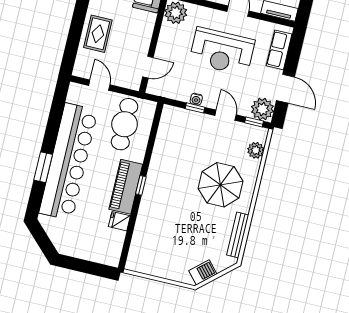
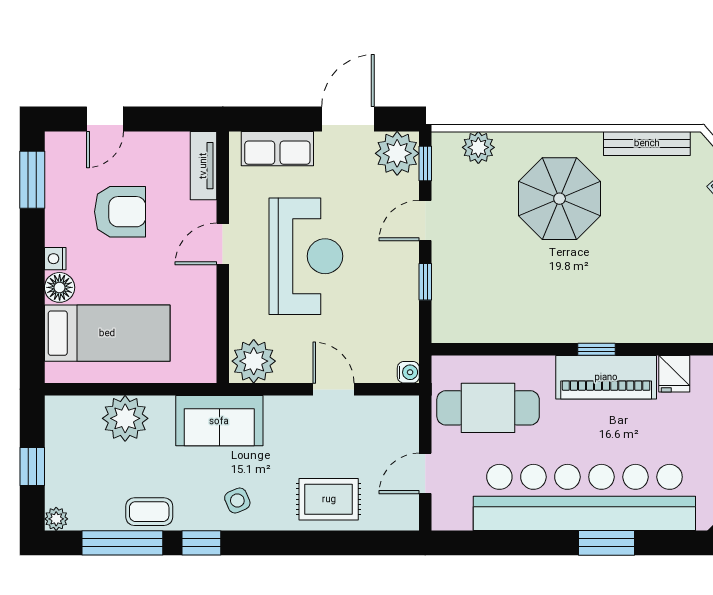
door: (148, 67) -> (334, 389), moved
water cooler: (196, 99) -> (408, 372), moved

